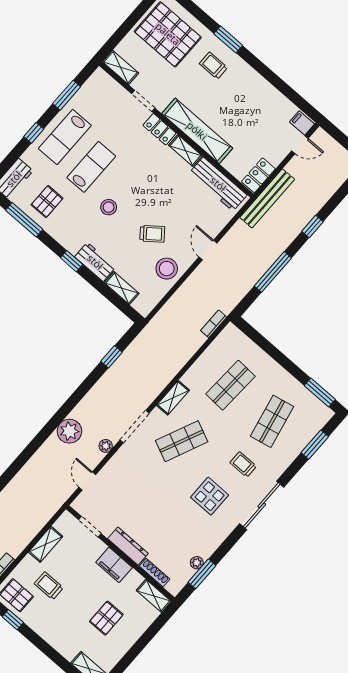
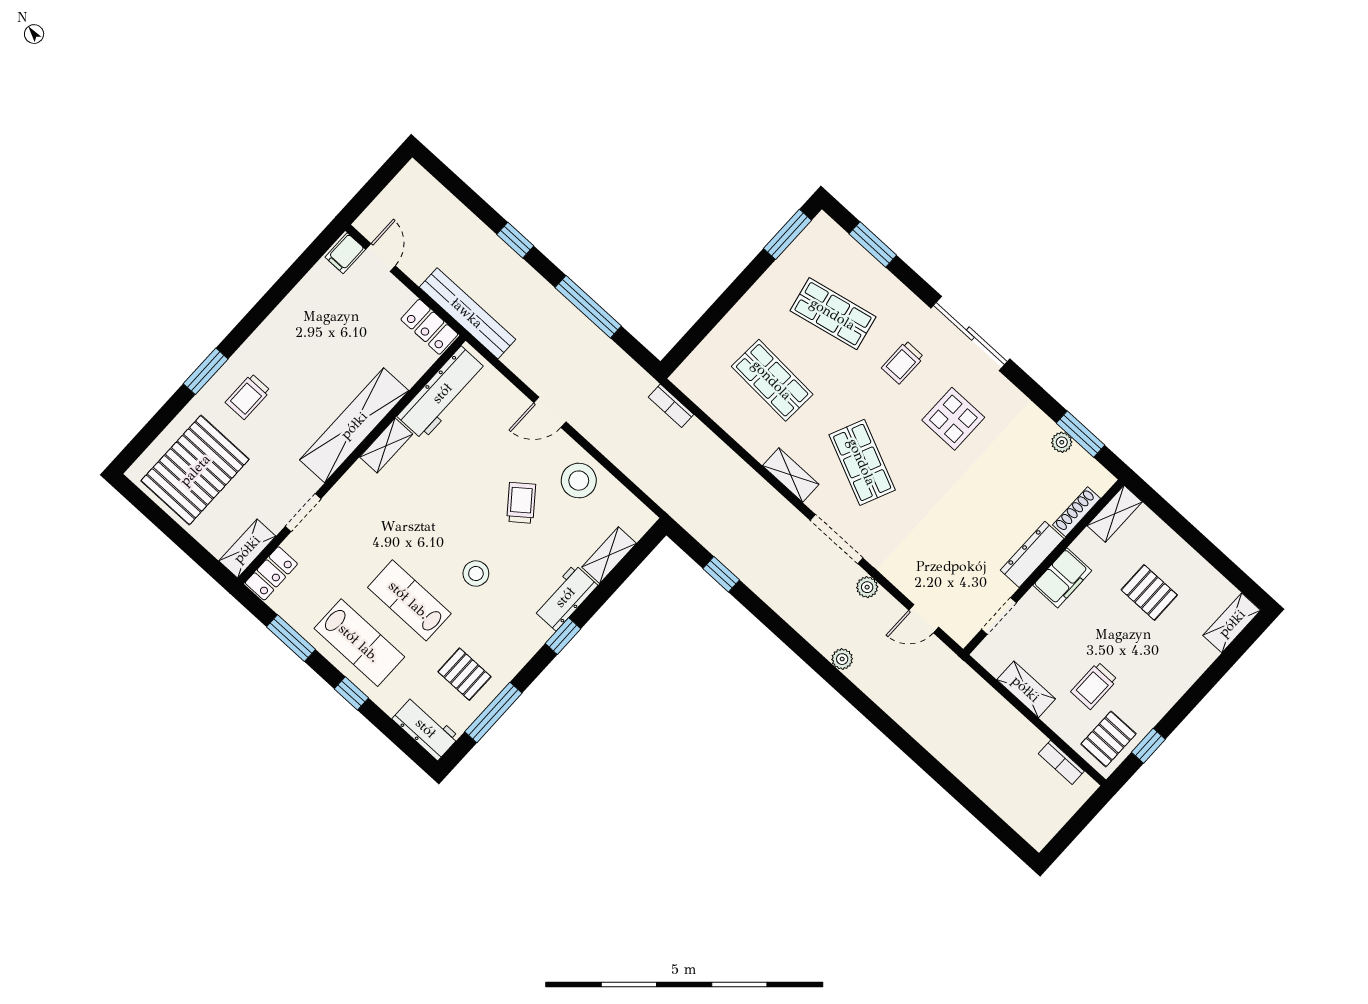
locker: (160, 129) -> (271, 573), moved
plant: (69, 431) -> (842, 659), width x0.53, depth x0.53

